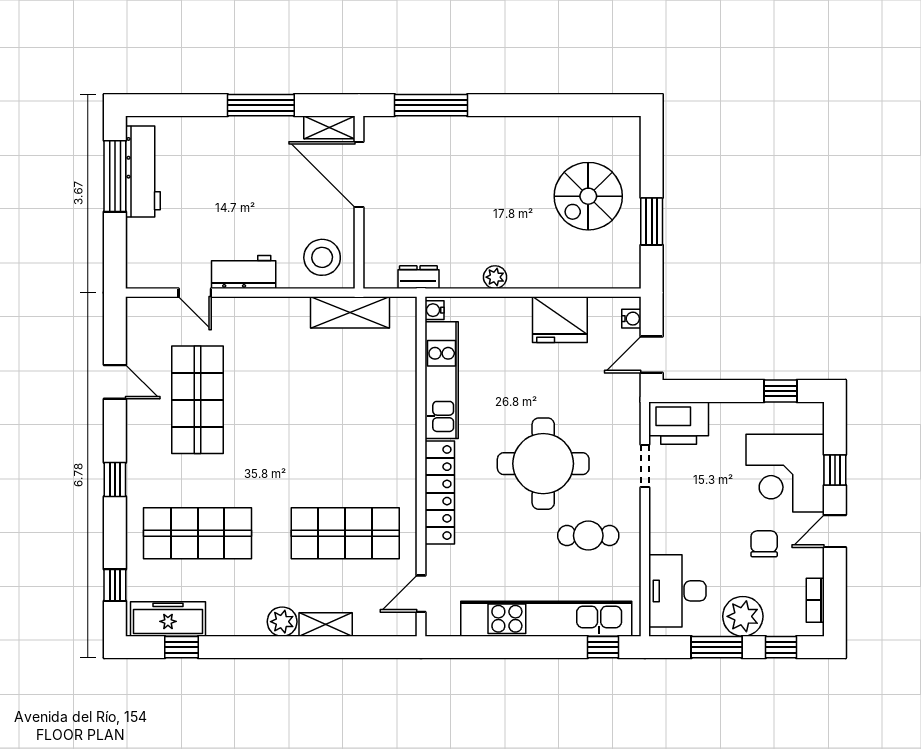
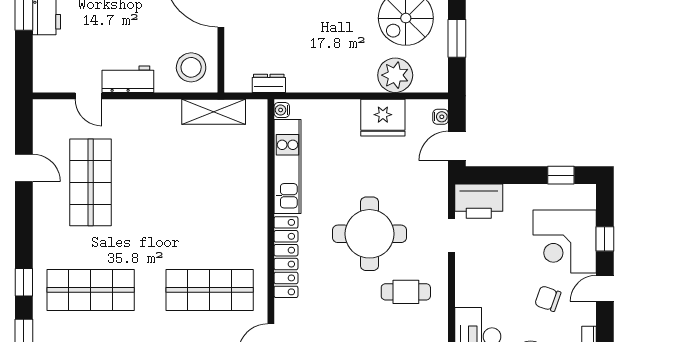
plant: (495, 277) -> (395, 75), moved, width x1.87, depth x1.87
window: (115, 480) -> (24, 282), moved
chair: (764, 544) -> (548, 299), turned -71

